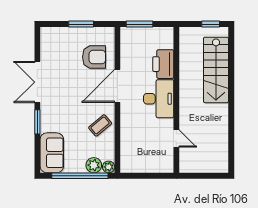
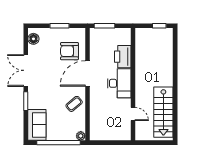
floor lamp: (47, 41) -> (33, 39), added
armchair: (94, 57) -> (69, 51), turned 180
stairs: (216, 70) -> (163, 112), moved
plant: (94, 165) -> (69, 135), removed

